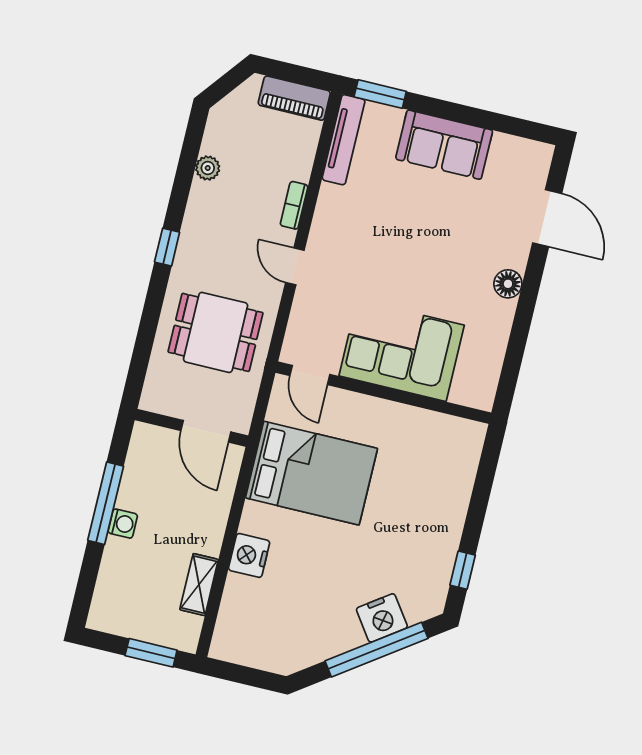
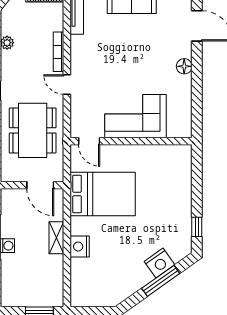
bookcase: (294, 205) -> (59, 52), width x1.56
dining table: (216, 332) -> (33, 130), width x1.38
shelving: (199, 585) -> (56, 238), moved
window: (377, 650) -> (161, 281), width x0.68

